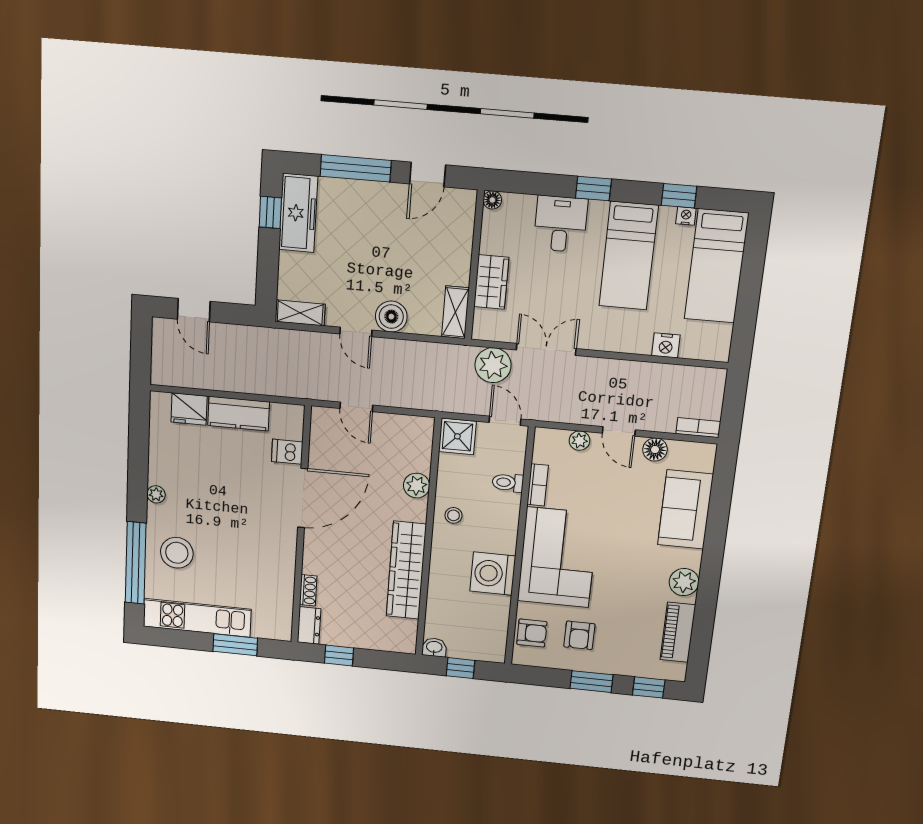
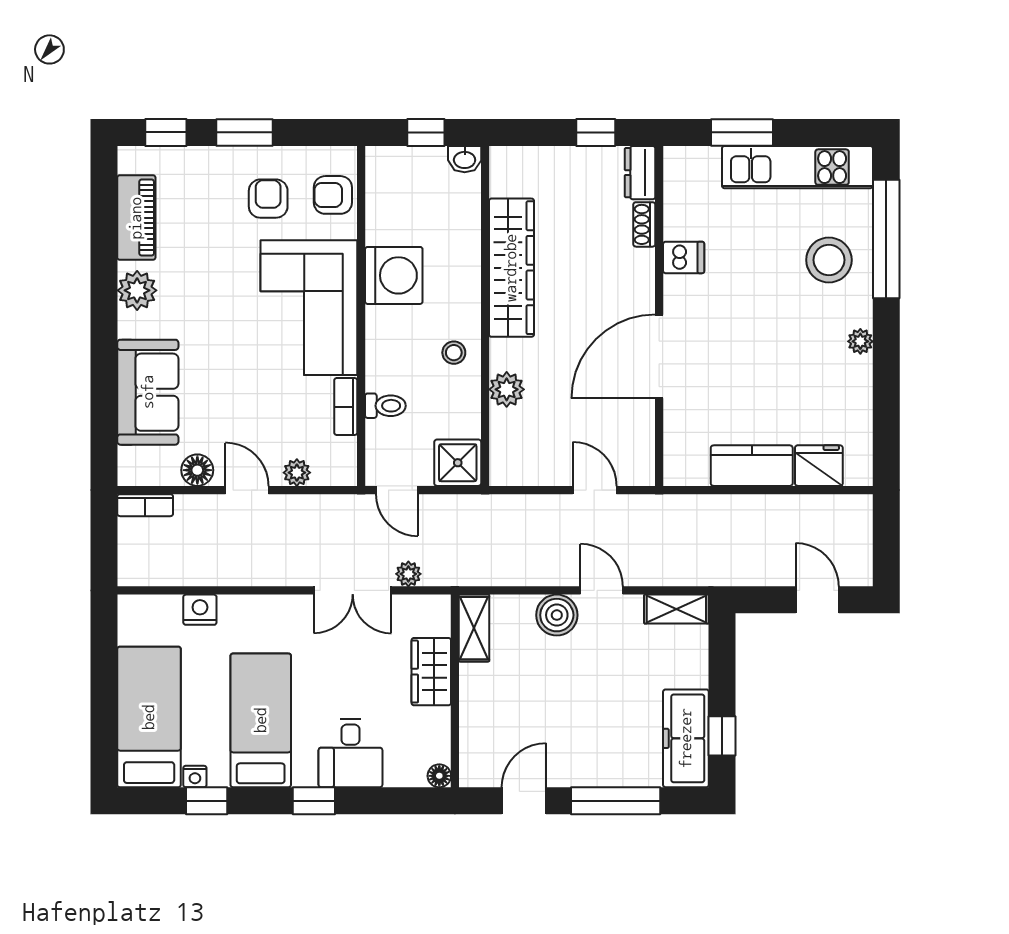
plant: (493, 365) -> (408, 574), width x0.53, depth x0.53
dishwasher: (287, 452) -> (684, 257), moved

